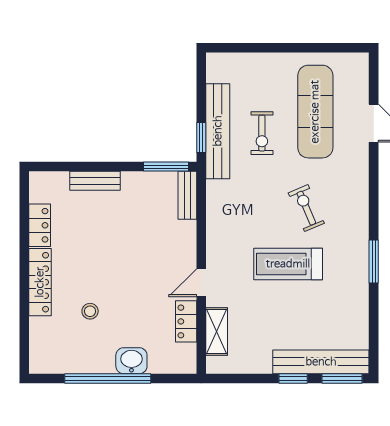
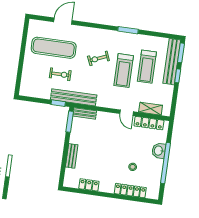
bench: (218, 131) -> (74, 97), moved
locker: (40, 282) -> (130, 191), moved
treadmill: (303, 311) -> (147, 67), added
locker: (186, 321) -> (149, 123), width x1.53

